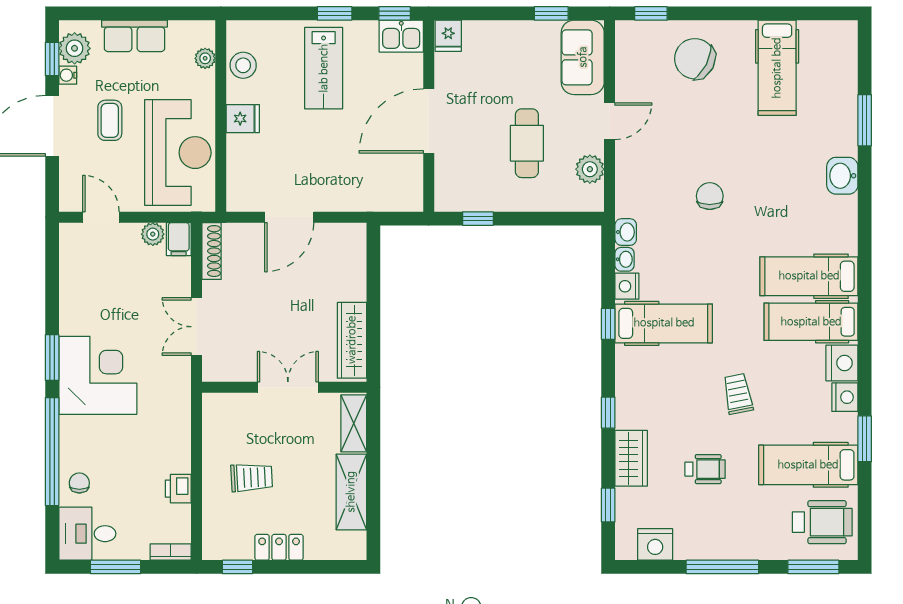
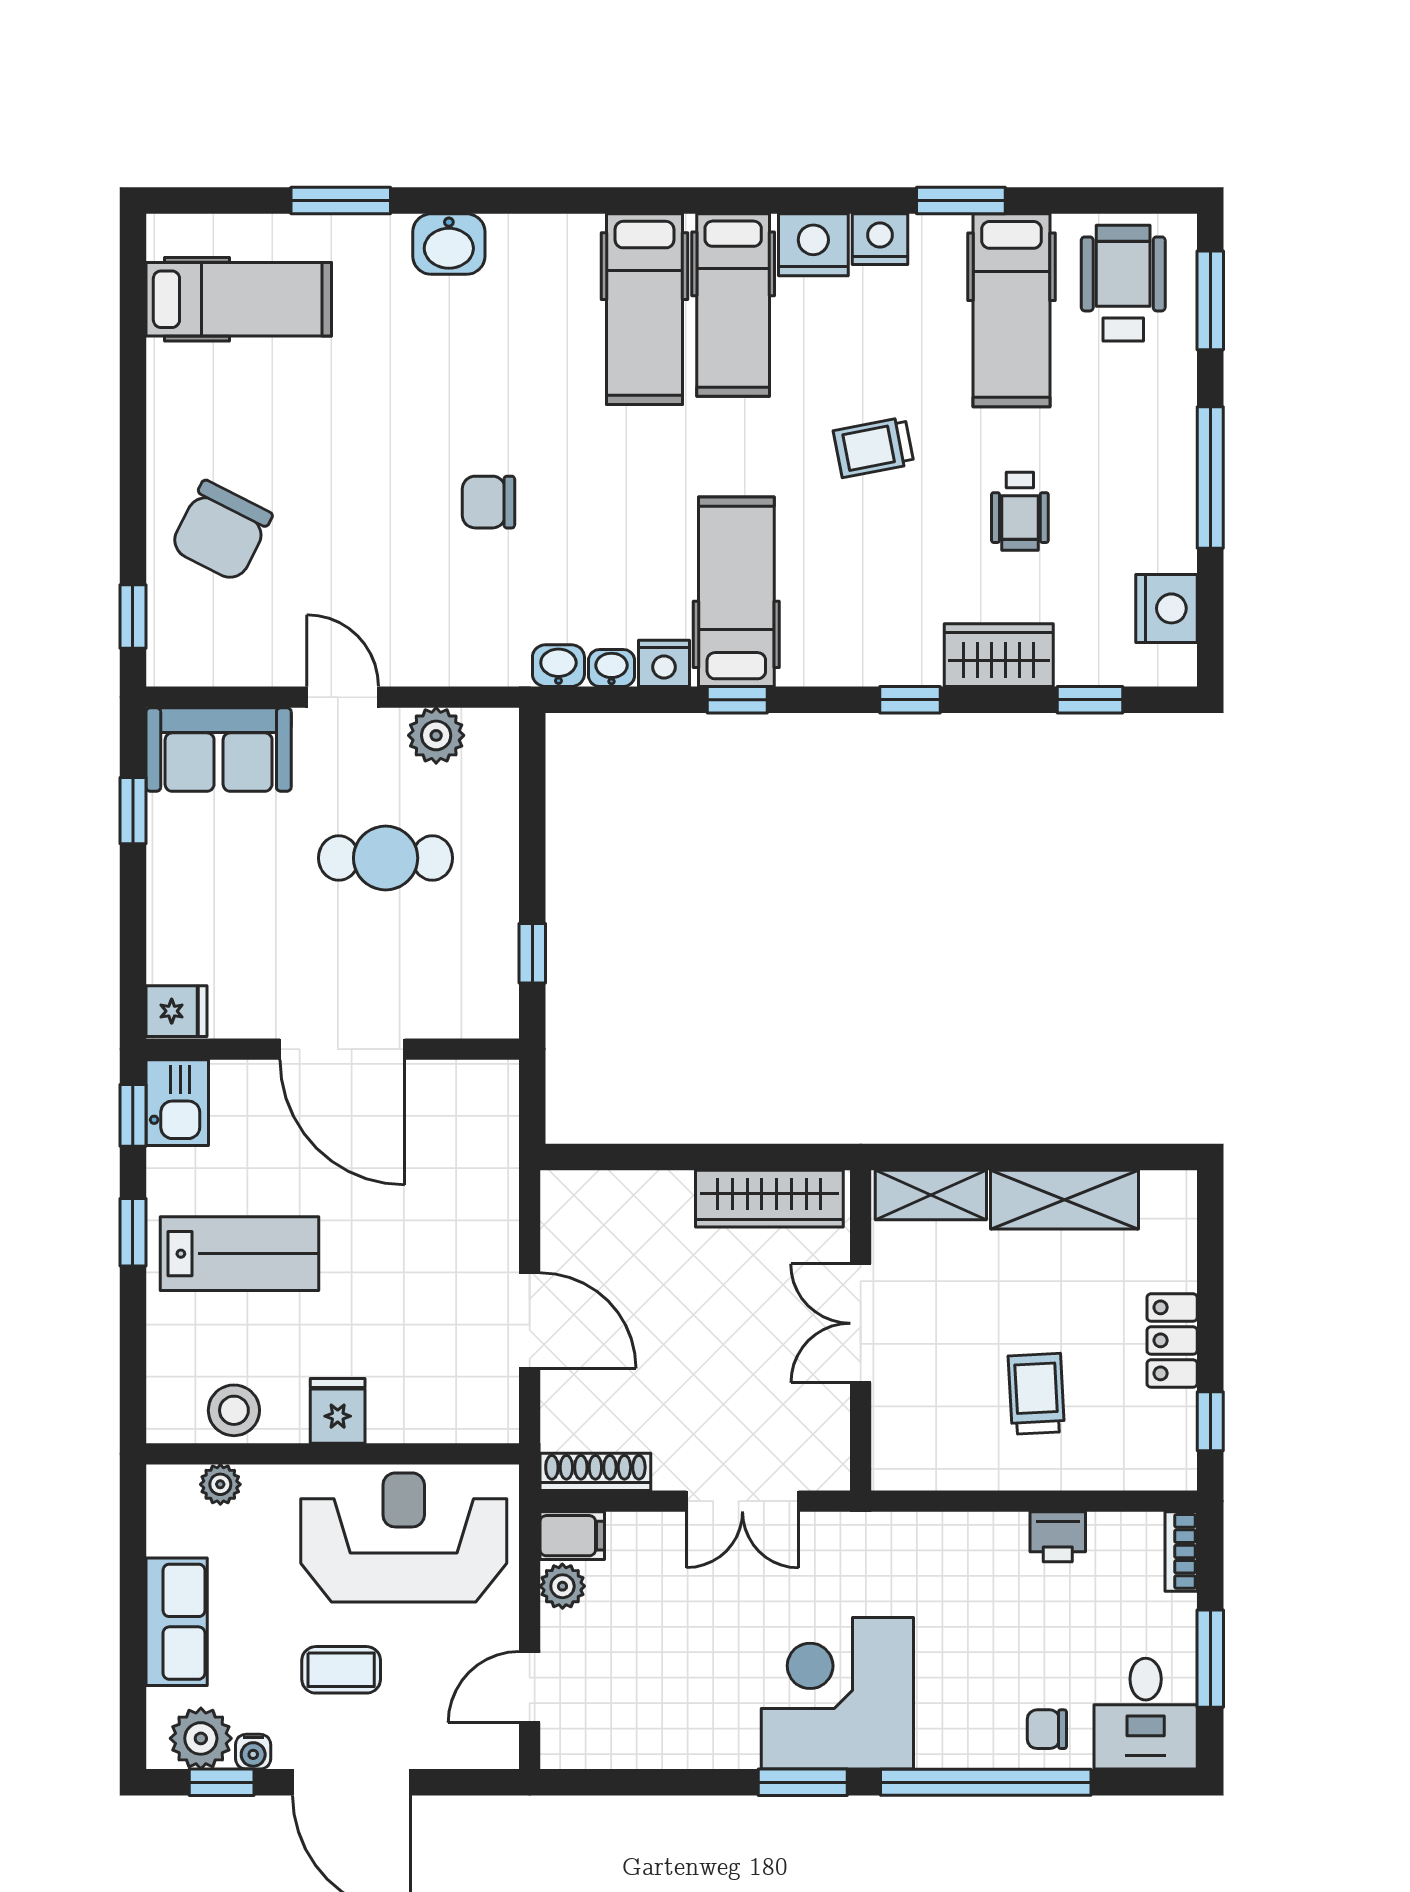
hospital bed: (777, 68) -> (239, 299), moved
wheelchair: (705, 469) -> (1020, 511), turned 180

